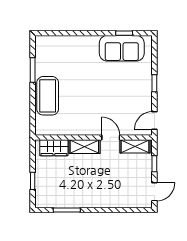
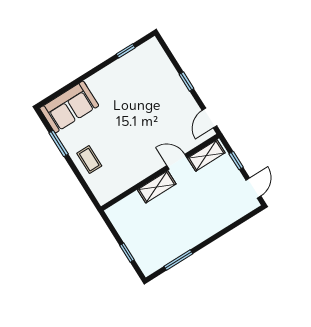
sofa: (122, 48) -> (69, 107), moved
coffee table: (48, 96) -> (89, 160), width x0.54, depth x0.58
wardrobe: (54, 148) -> (127, 207), removed

